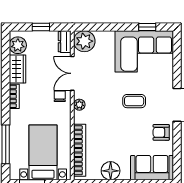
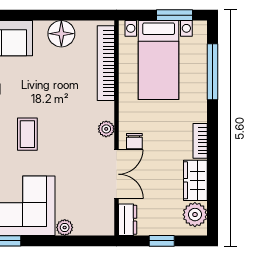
plant: (84, 41) -> (65, 227), moved, width x0.53, depth x0.53
coffee table: (134, 101) -> (27, 134), turned 90

